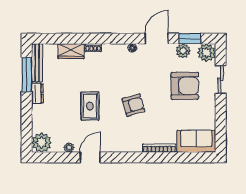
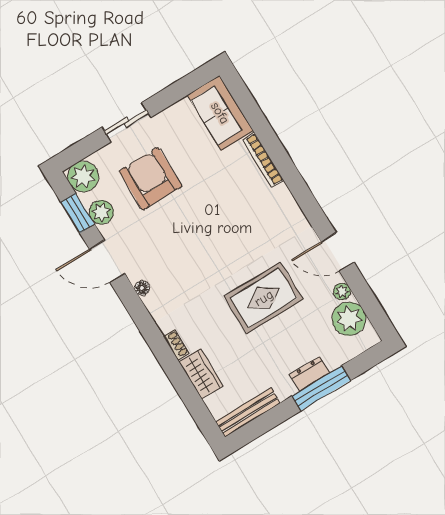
window: (27, 74) -> (321, 388), moved
sliding door: (221, 79) -> (126, 122), moved
dresser: (37, 93) -> (310, 374), moved
armchair: (133, 105) -> (224, 236), removed
rug: (90, 106) -> (264, 298), width x1.36, depth x1.43
plant: (42, 143) -> (349, 319), moved

